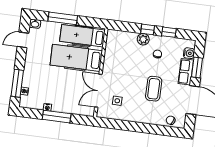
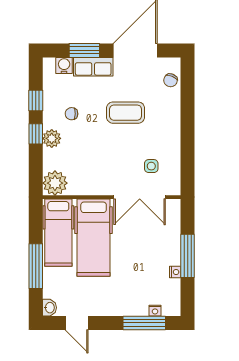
plant: (114, 38) -> (55, 183), added

